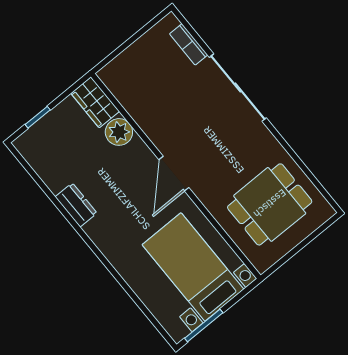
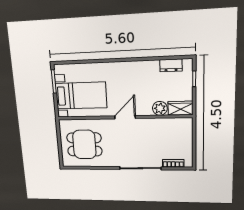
door: (174, 174) -> (125, 117), hinge flipped
dining table: (270, 204) -> (84, 144), turned 90
dresser: (76, 205) -> (171, 65), moved

